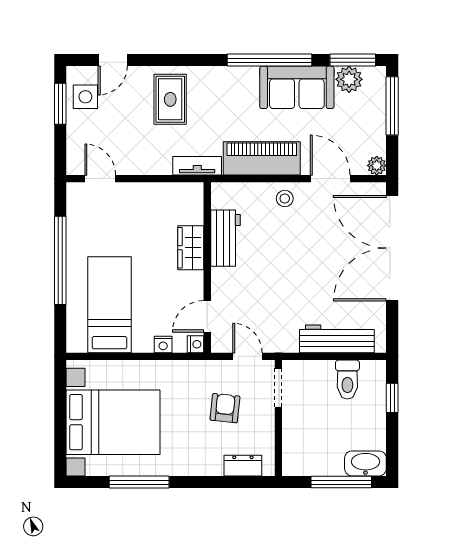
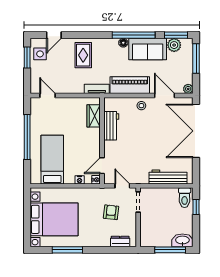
floor lamp: (249, 75) -> (123, 43), added
wardrobe: (191, 248) -> (94, 116), moved
toilet: (347, 380) -> (185, 198), moved

